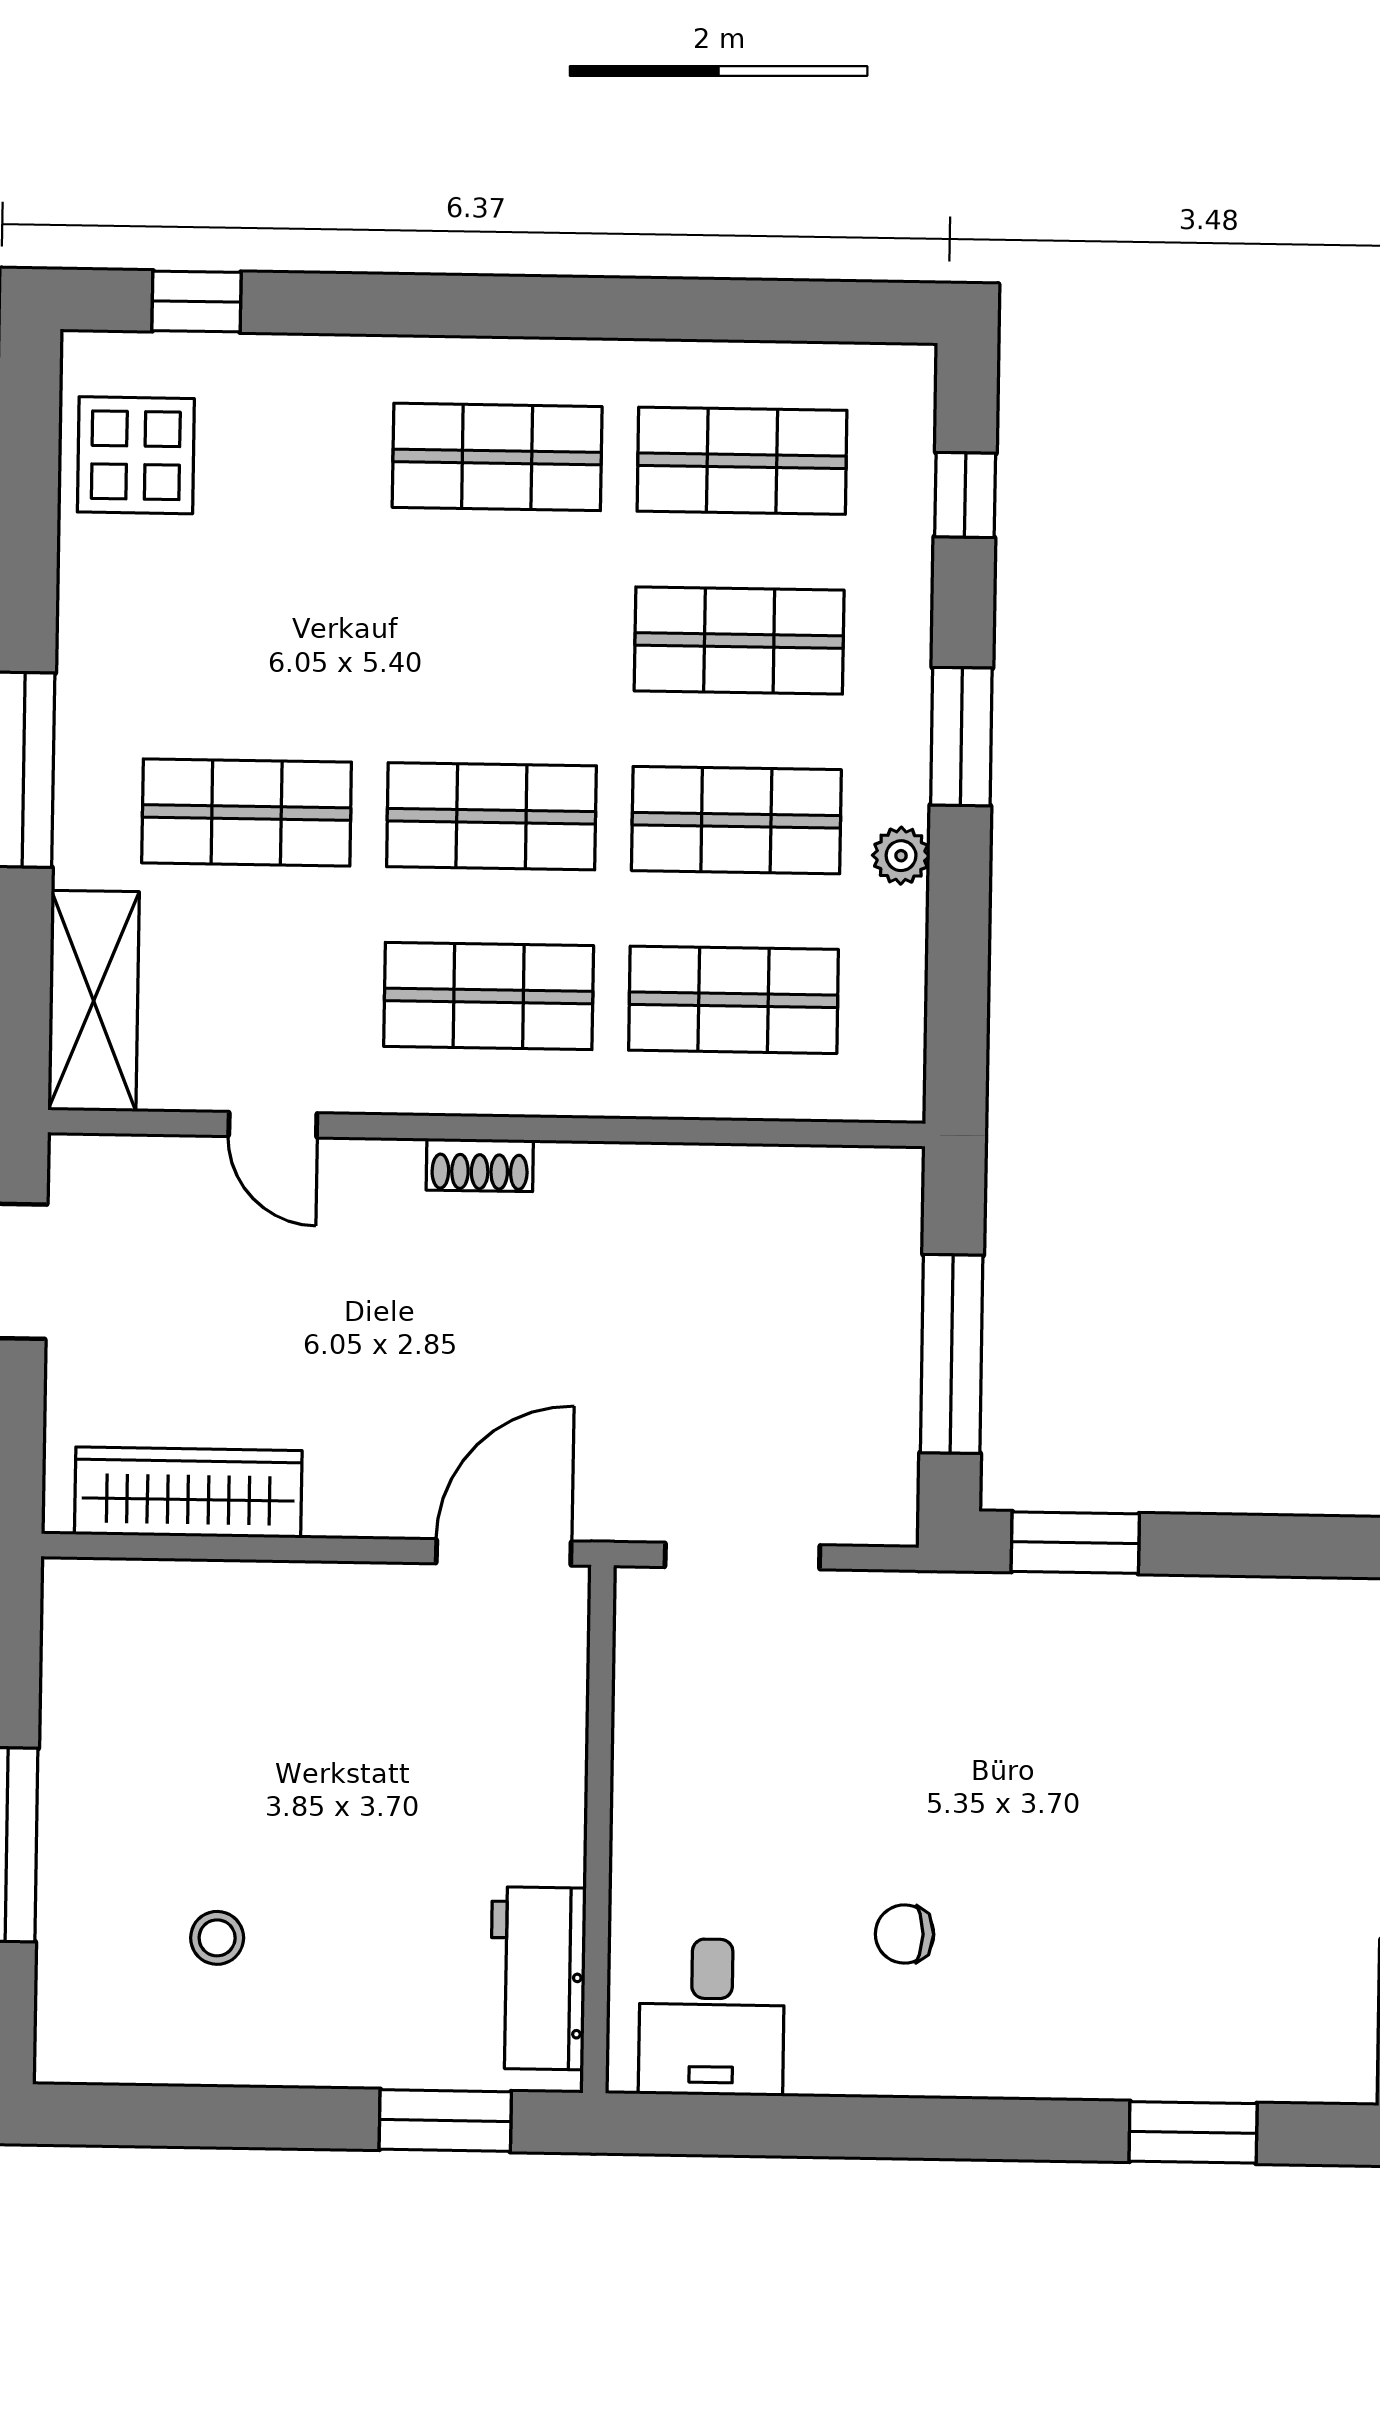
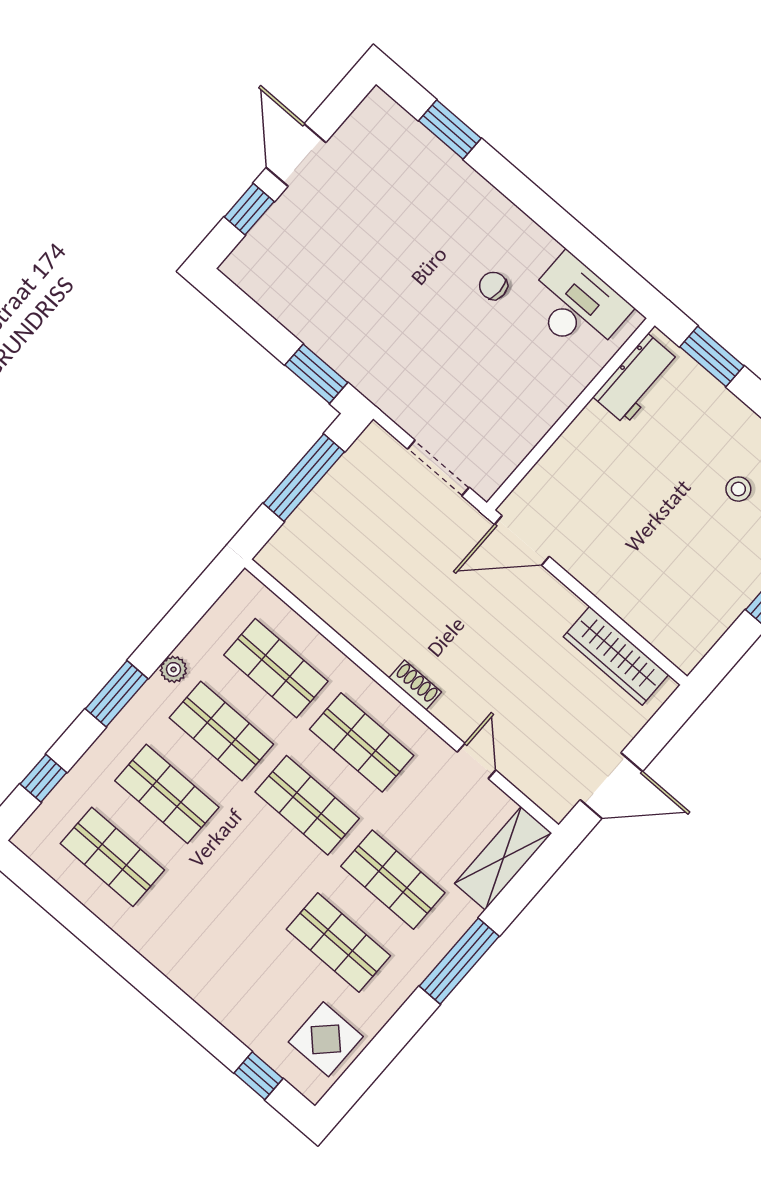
shop shelf: (497, 457) -> (338, 942), moved
chair: (905, 1934) -> (493, 286), turned 180
desk: (712, 2017) -> (577, 306), width x1.37

